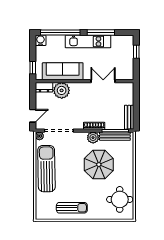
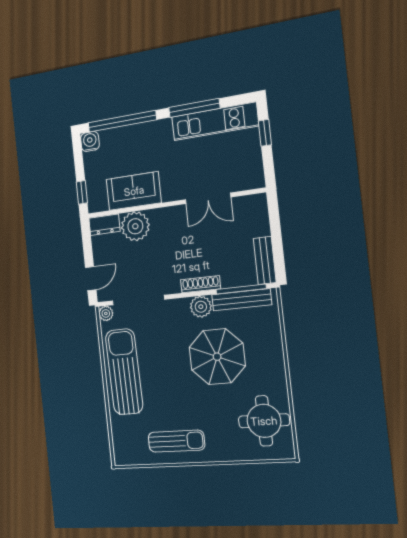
kitchen unit: (88, 41) -> (215, 121), moved
sofa: (63, 71) -> (134, 191), width x0.73
double door: (103, 81) -> (208, 198), swing flipped

